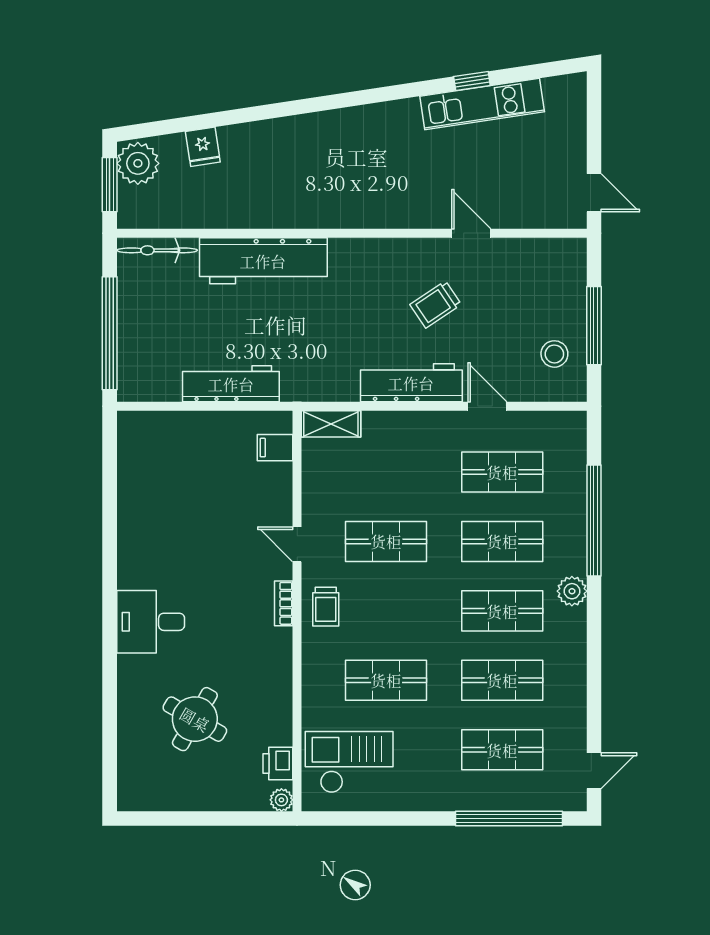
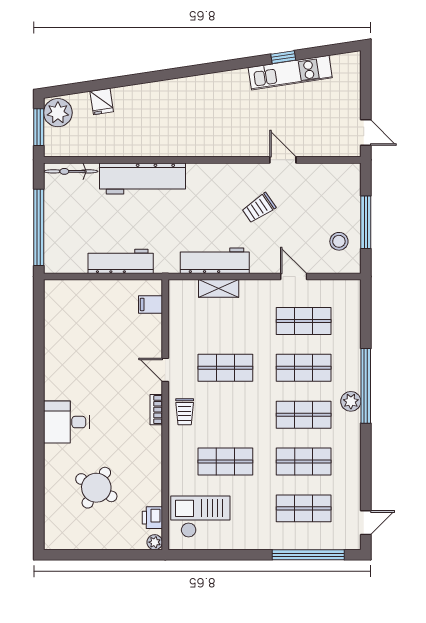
workbench: (411, 383) -> (215, 261), moved
shelving: (331, 424) -> (219, 288), moved
window: (594, 520) -> (366, 386), moved

